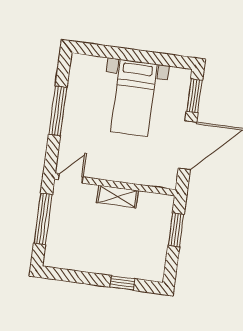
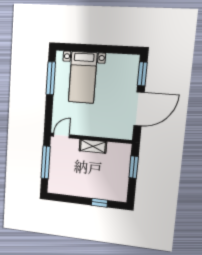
bed with nightstands: (134, 98) -> (83, 77), moved
window: (58, 111) -> (51, 78), moved

